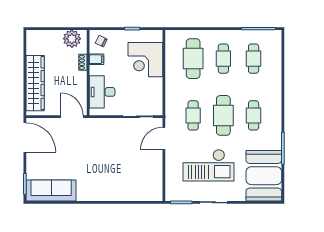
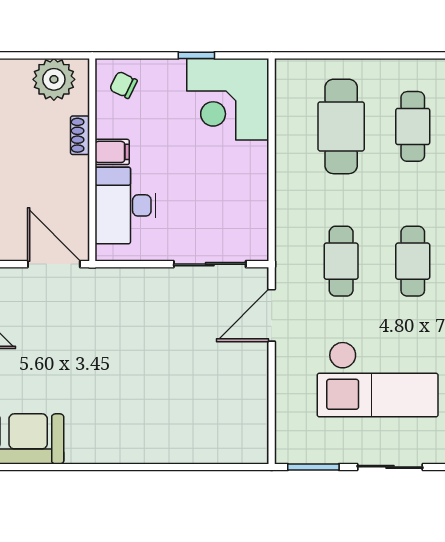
filing cabinet: (97, 59) -> (112, 152), moved
corner desk: (145, 60) -> (228, 99), moved
cafe table: (223, 115) -> (413, 261), width x0.73, depth x0.74

